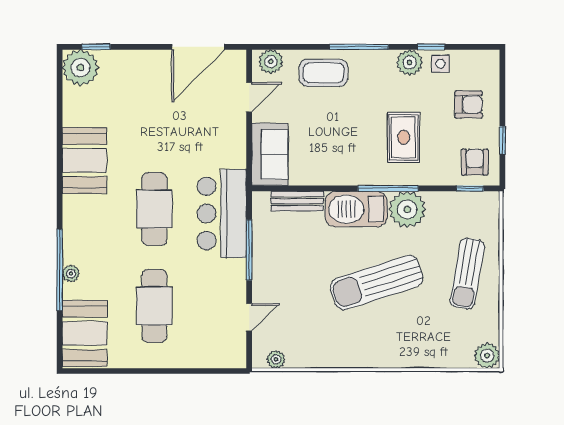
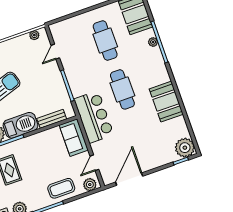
bar counter: (222, 213) -> (94, 117), moved

